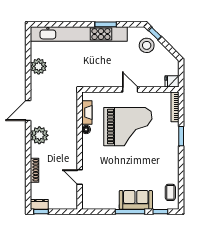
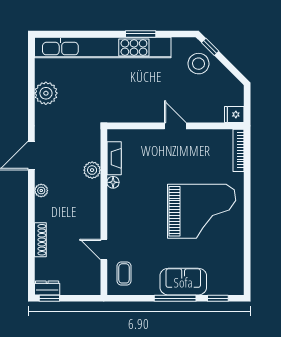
plant: (71, 121) -> (92, 170), added
grand piano: (128, 127) -> (202, 211), moved
plant: (39, 135) -> (41, 191), width x0.53, depth x0.53
window: (181, 136) -> (247, 192), removed
coffee table: (170, 192) -> (124, 273), moved

